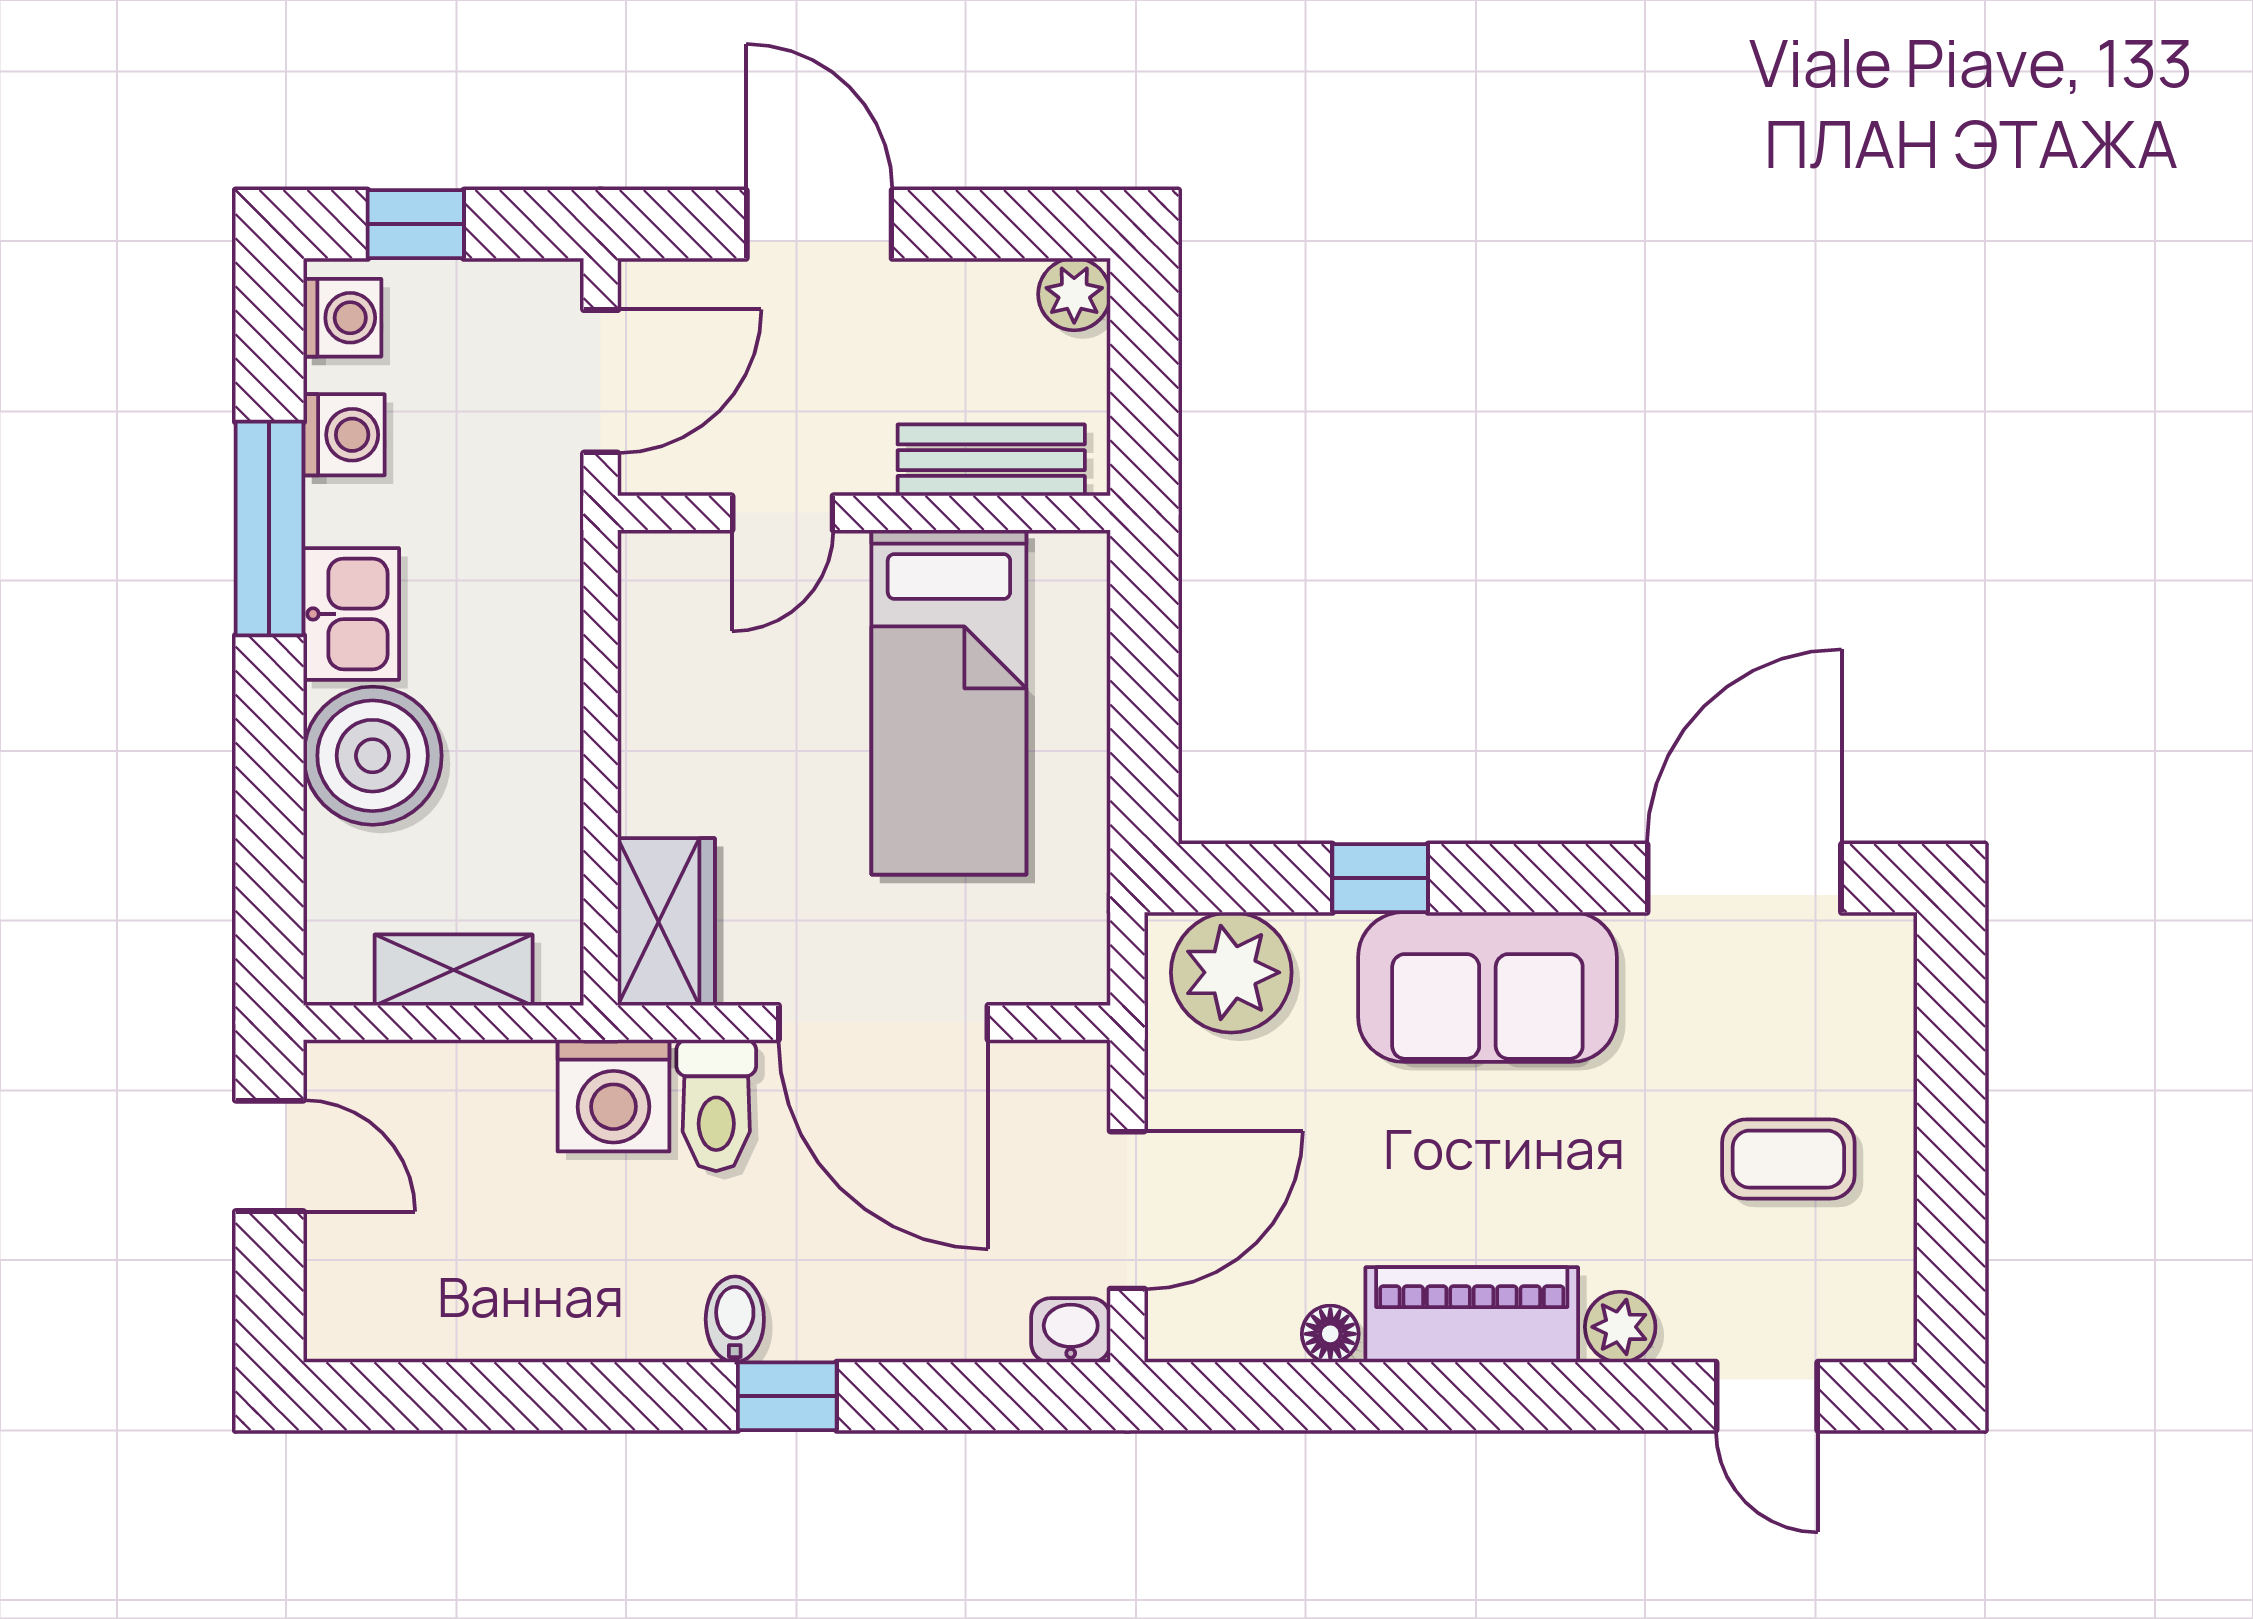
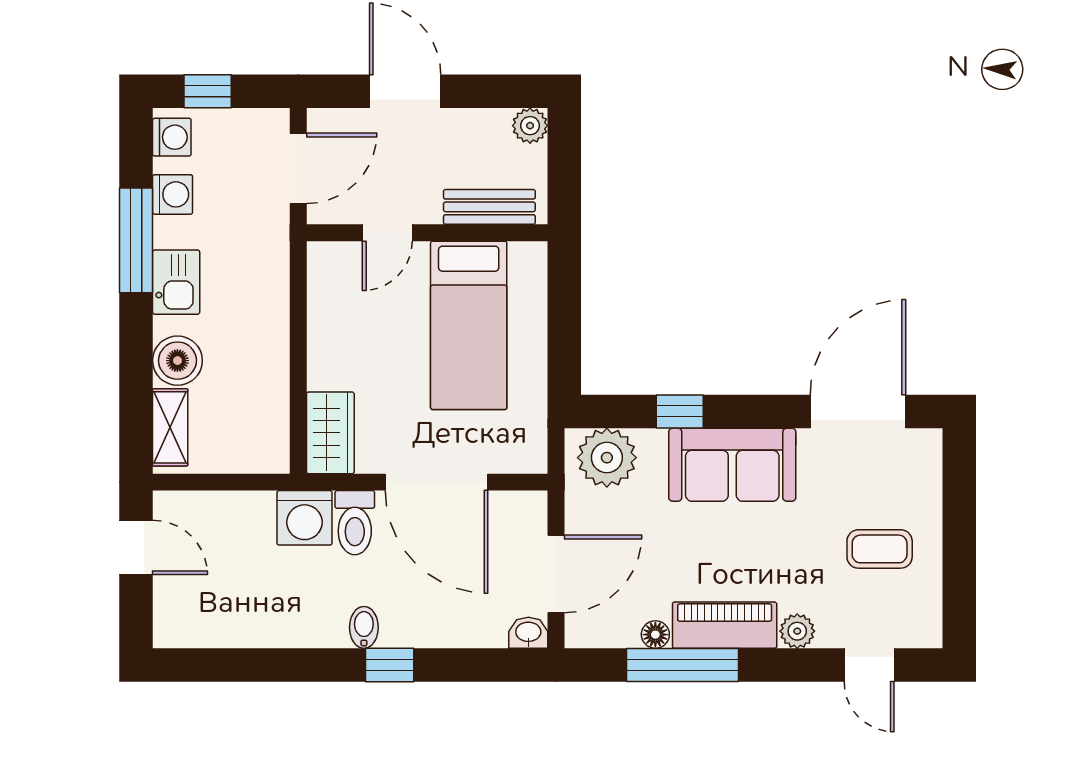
boiler: (373, 756) -> (177, 361), width x0.73, depth x0.73
shelving: (454, 970) -> (170, 427), moved, turned 90
window: (1386, 1396) -> (683, 665), added

